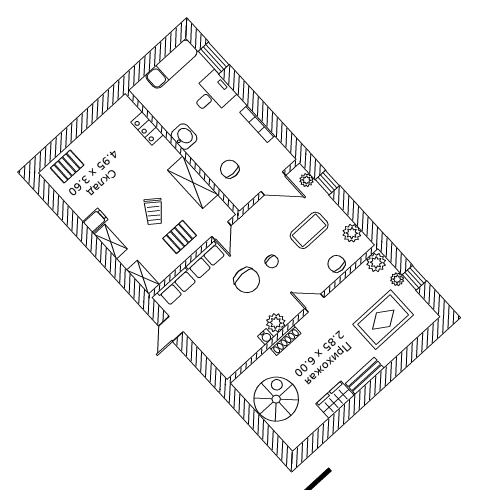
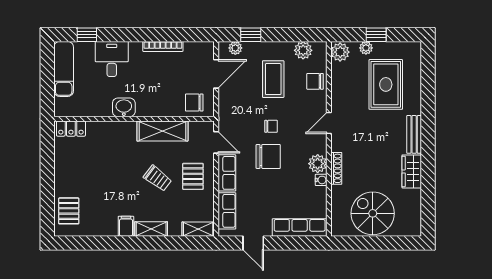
window: (214, 58) -> (87, 35), width x0.67
locker: (147, 128) -> (71, 129), moved
chair: (230, 169) -> (194, 103), moved
row of seats: (215, 353) -> (300, 227), added

